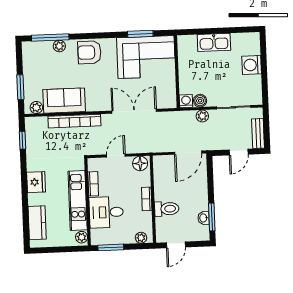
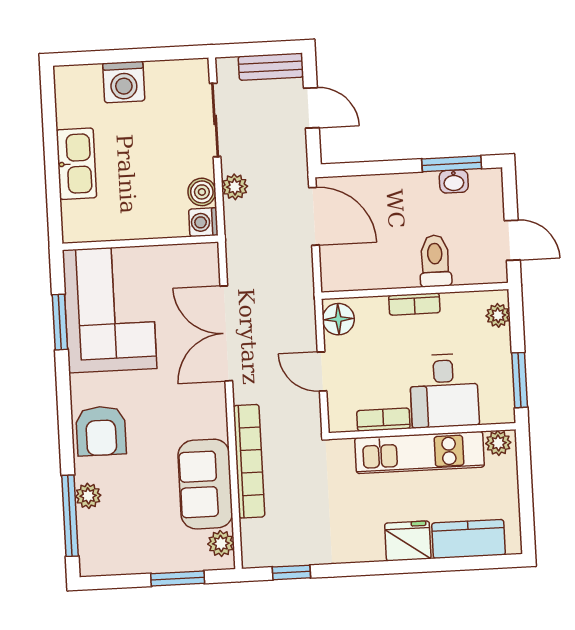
fridge: (36, 182) -> (408, 541), moved

